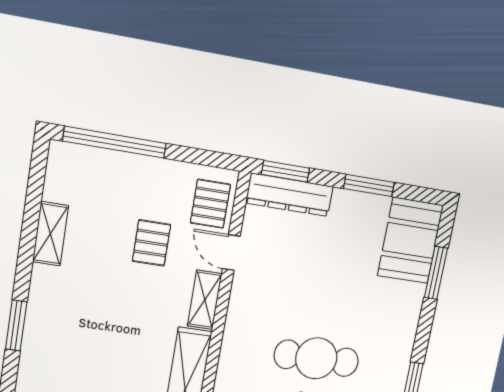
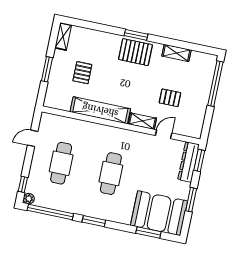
pallet: (210, 204) -> (135, 52), moved, width x1.50, depth x1.42
booth: (410, 240) -> (159, 213), width x1.36, depth x1.42

